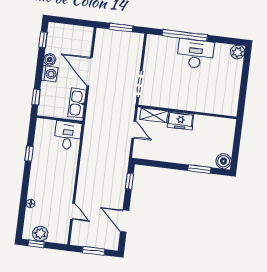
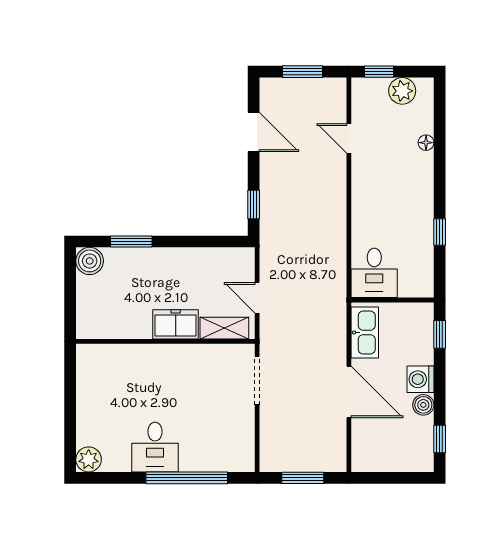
desk: (195, 54) -> (155, 447), width x0.73
window: (36, 244) -> (379, 72), moved

